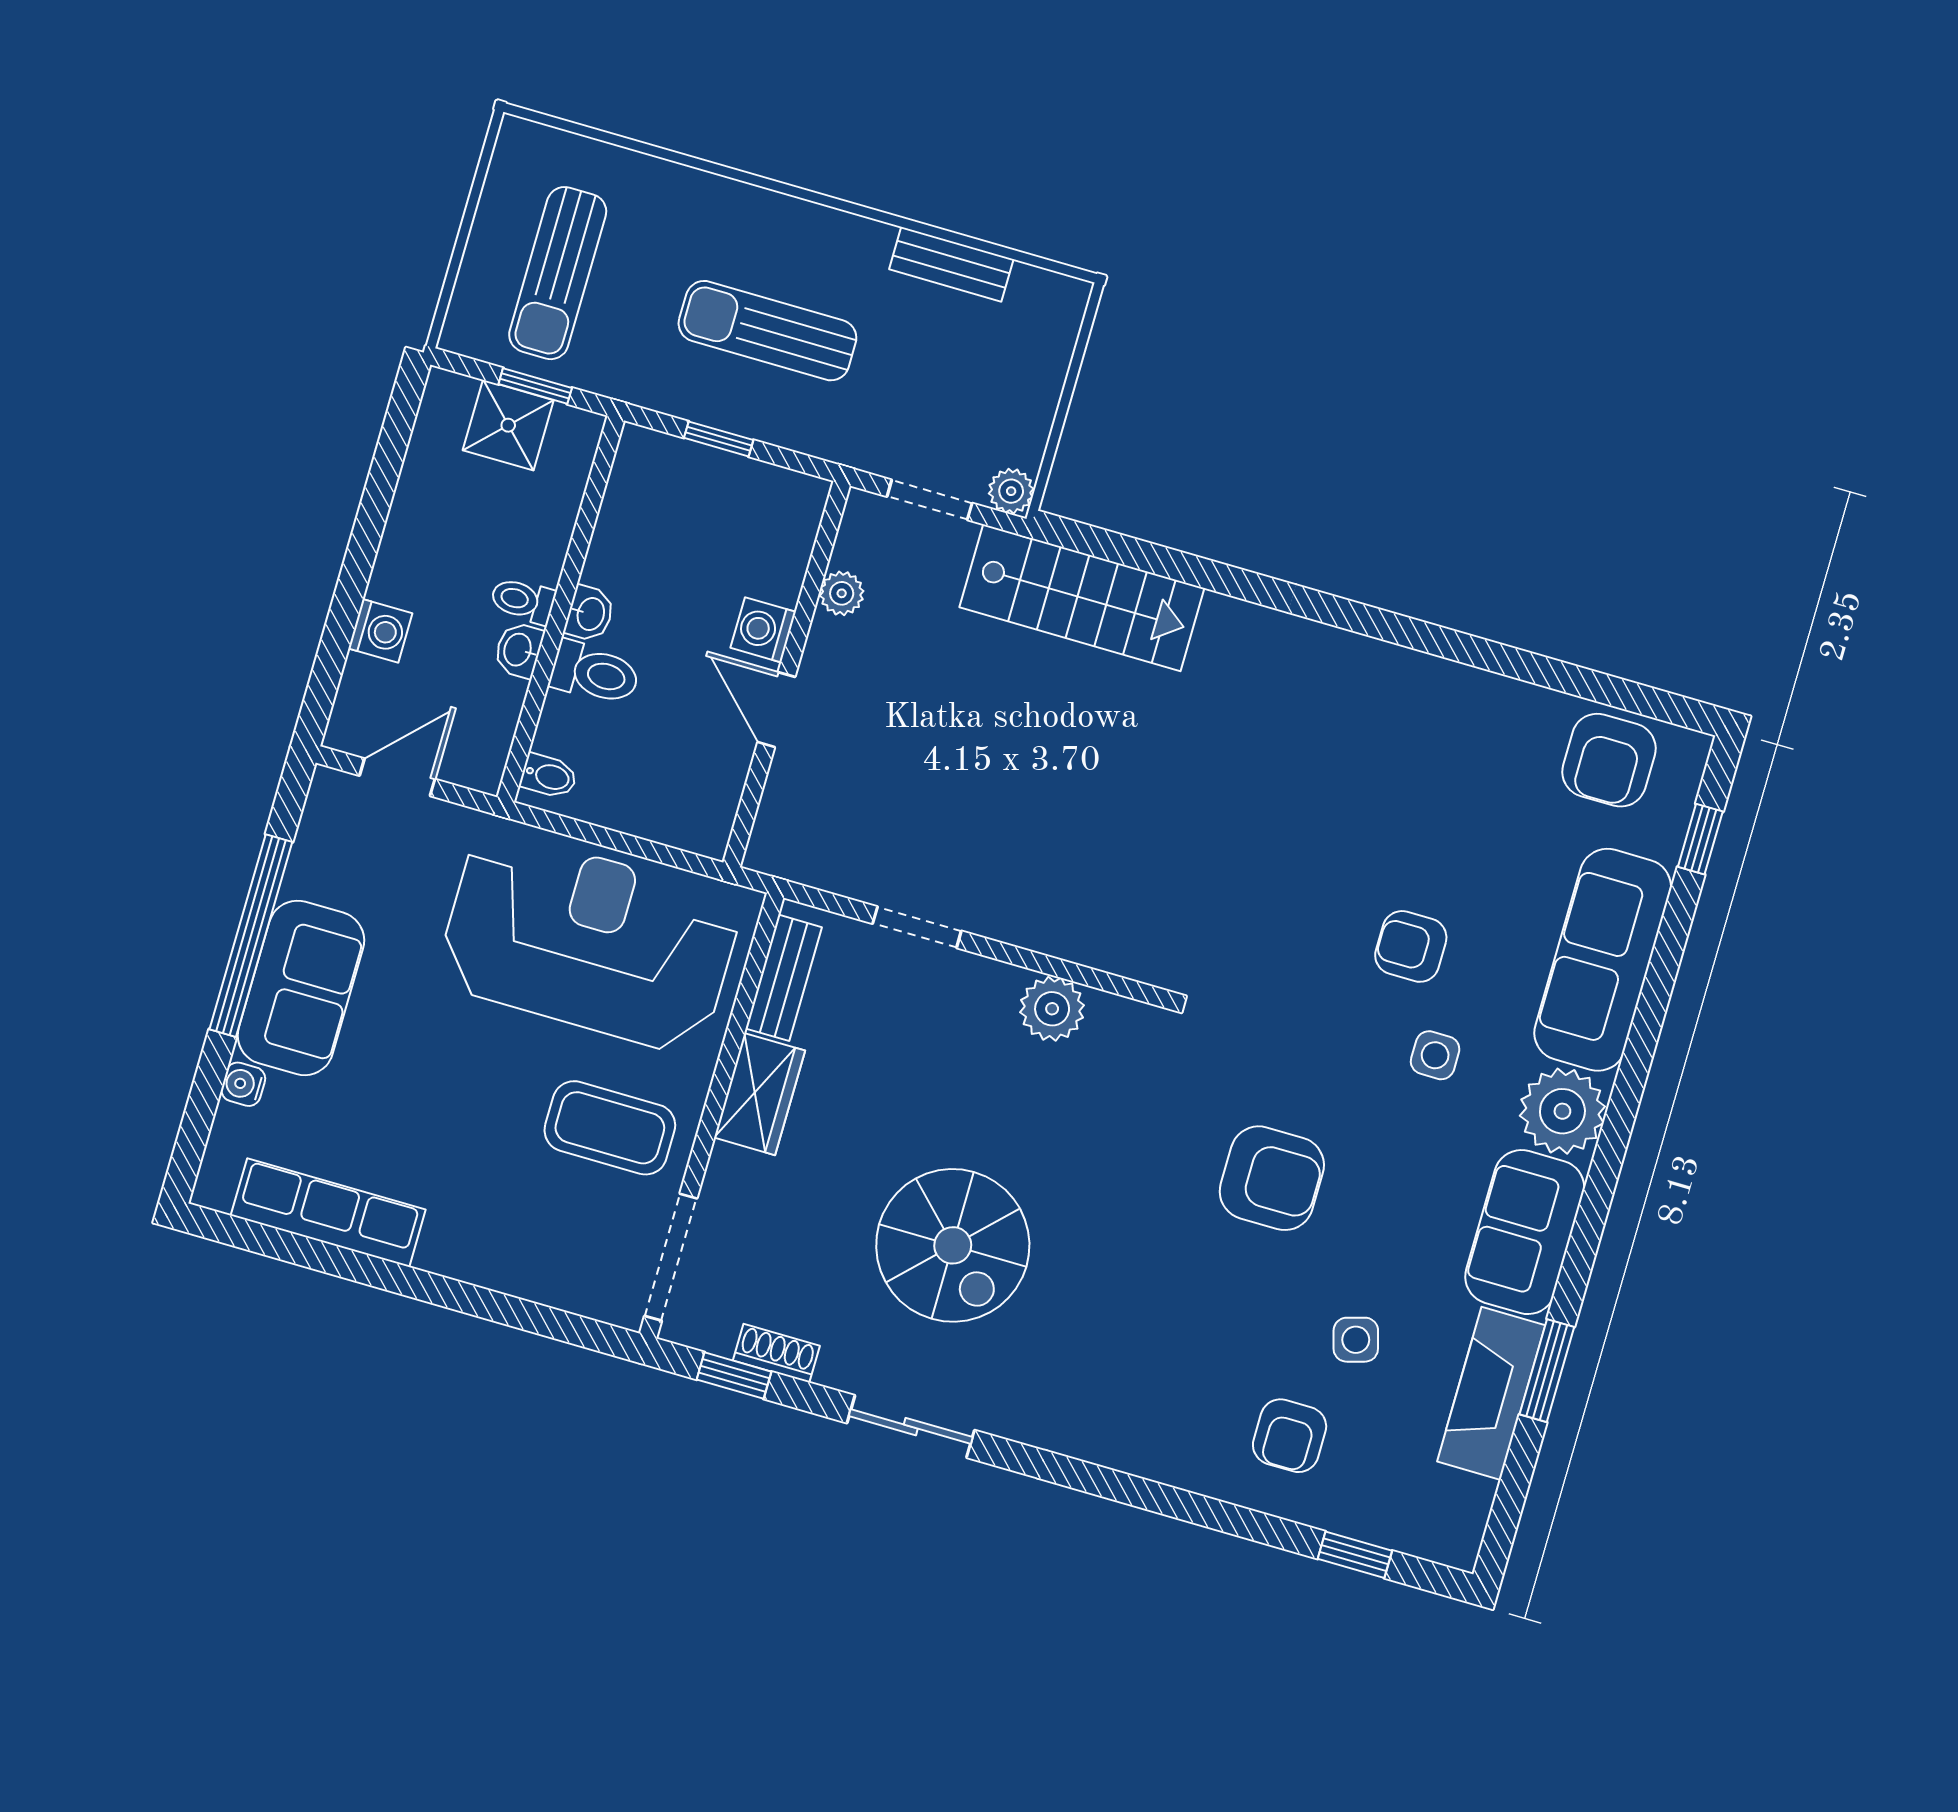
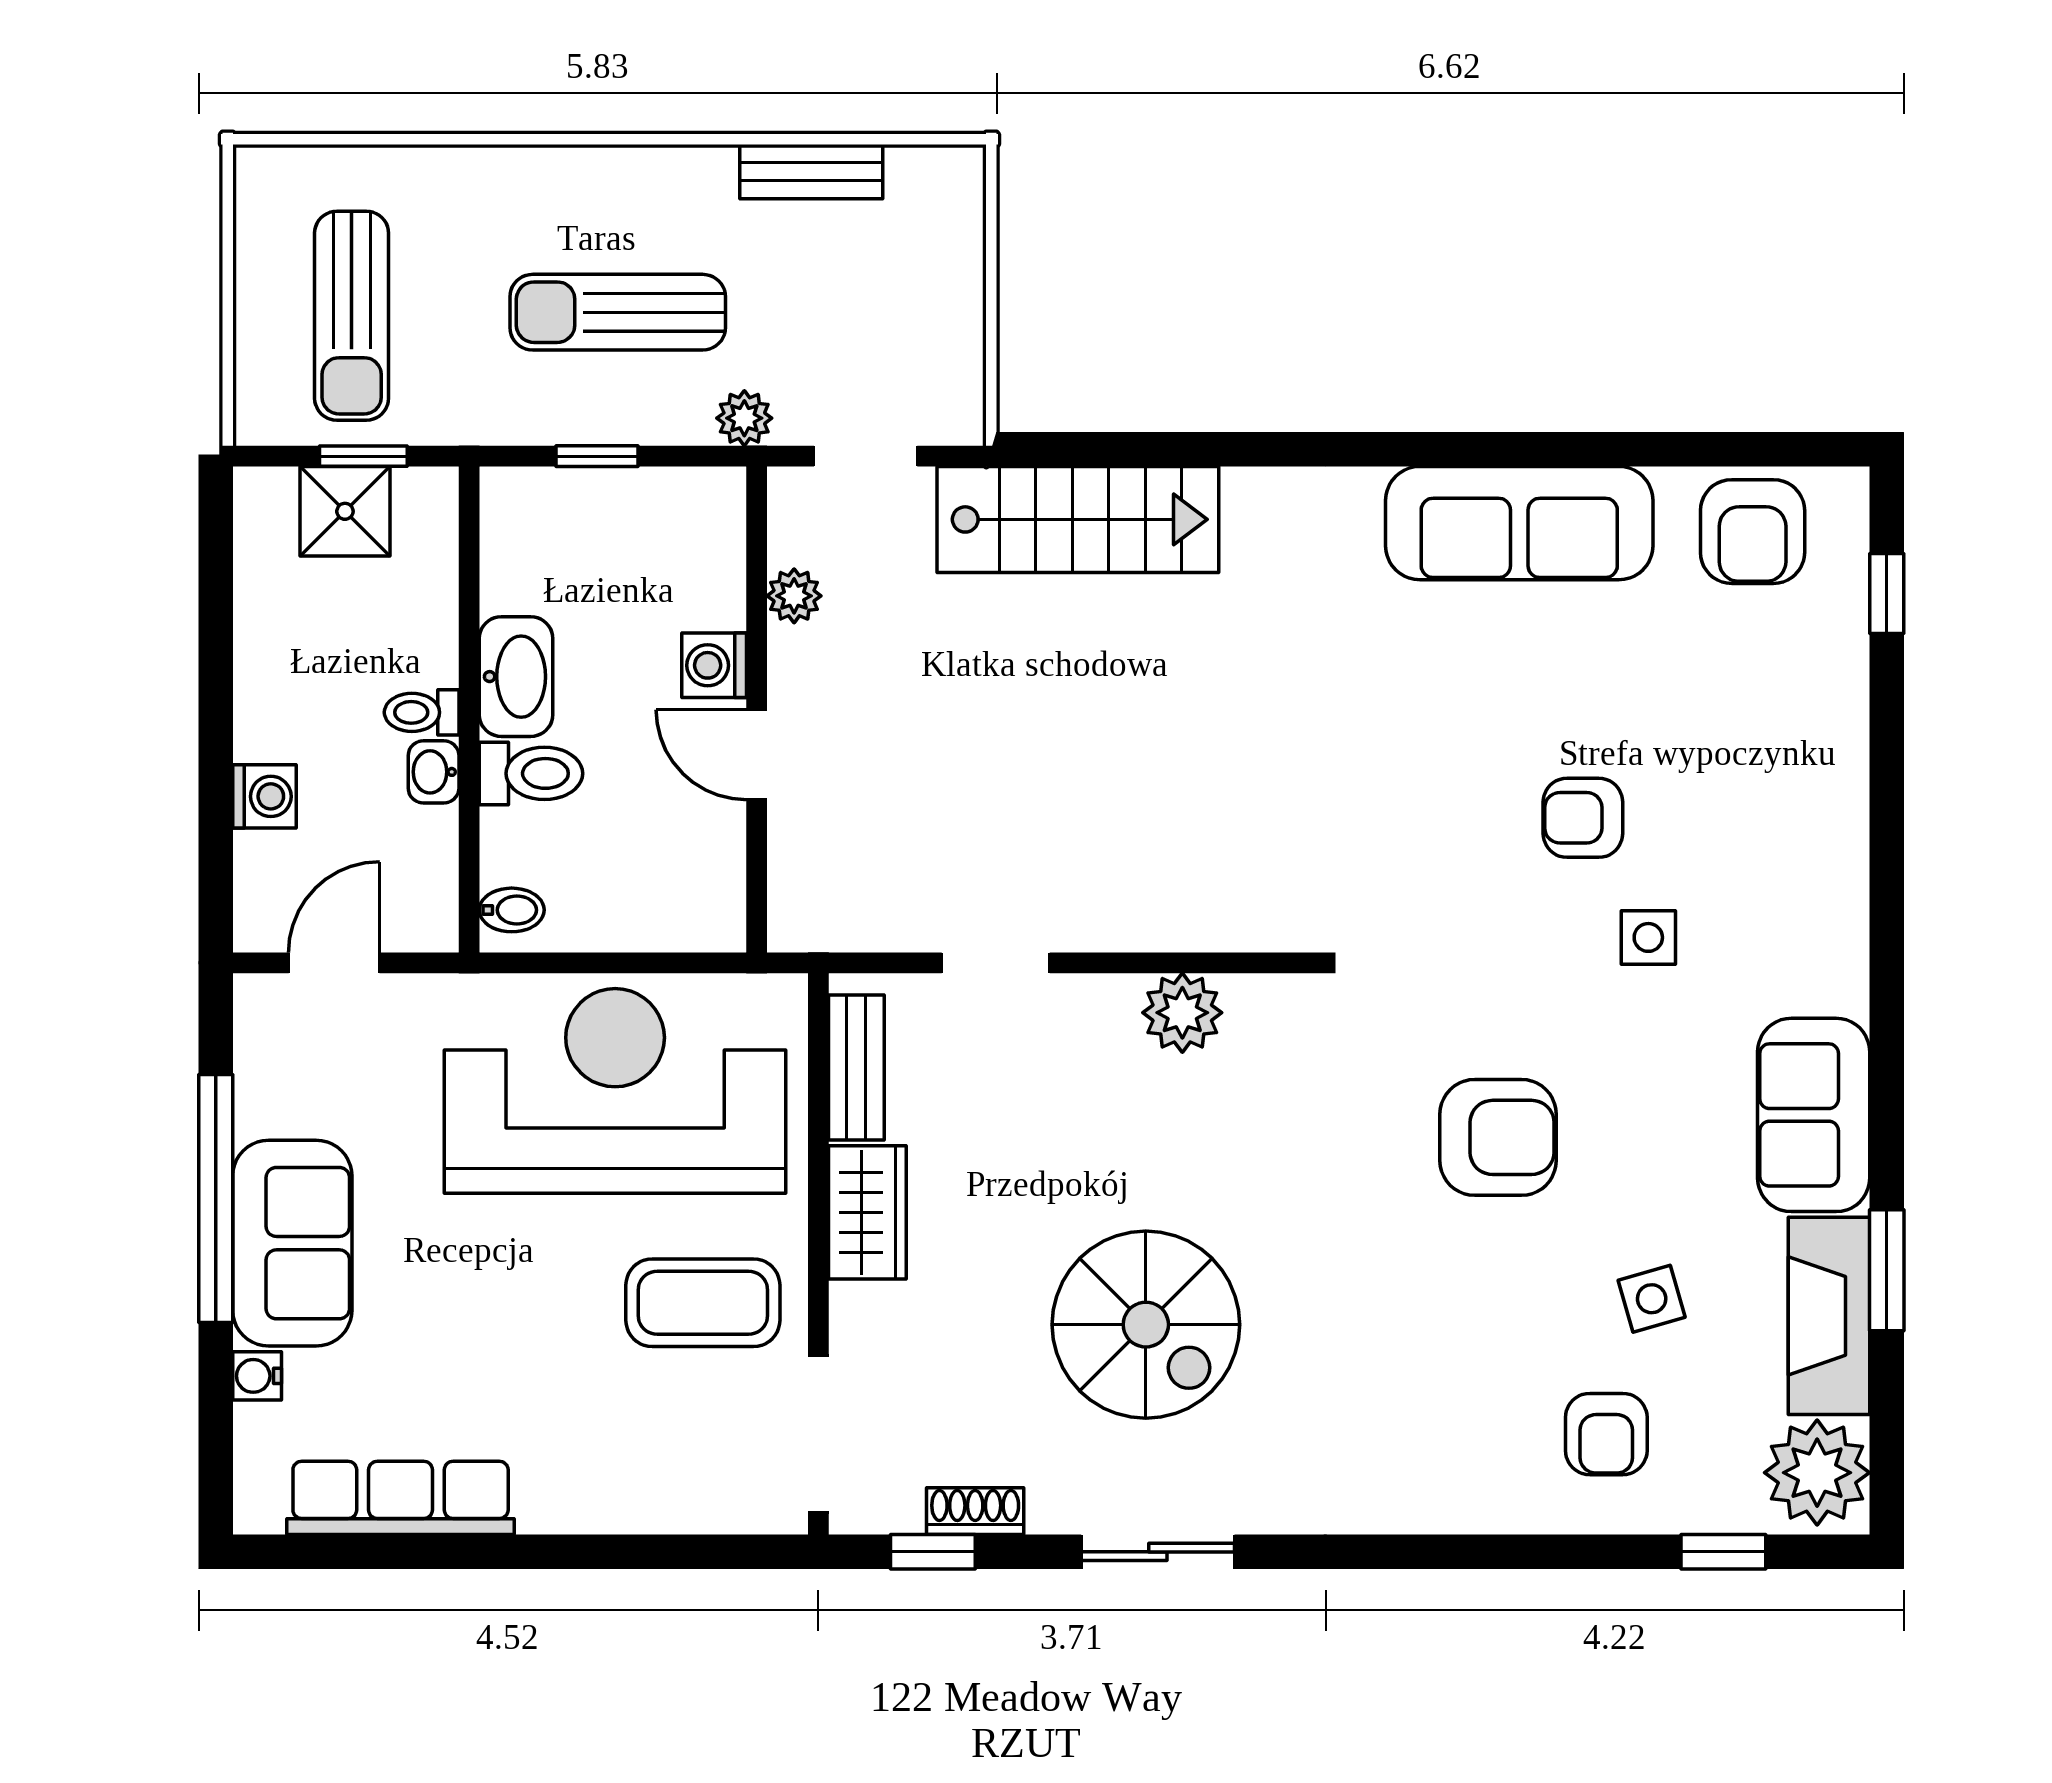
plant: (1011, 491) -> (744, 418), moved
washbasin: (590, 614) -> (516, 677), width x1.91, depth x1.45
sofa: (1603, 960) -> (1519, 523), moved, turned -90
plant: (1562, 1111) -> (1817, 1473), moved

